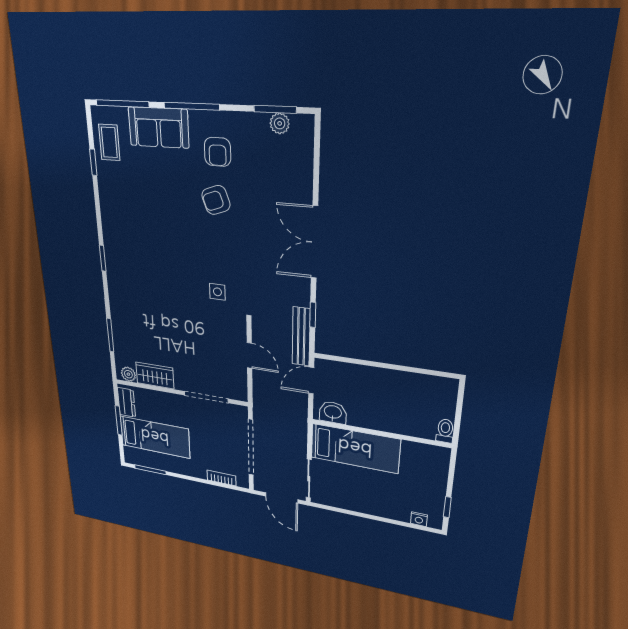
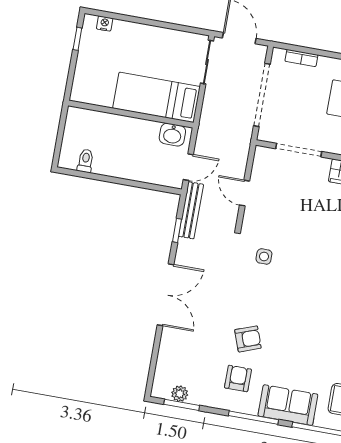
toilet: (445, 431) -> (85, 161), moved, turned 180

